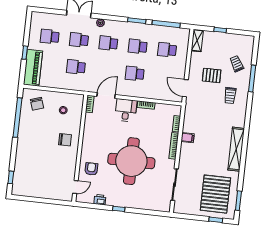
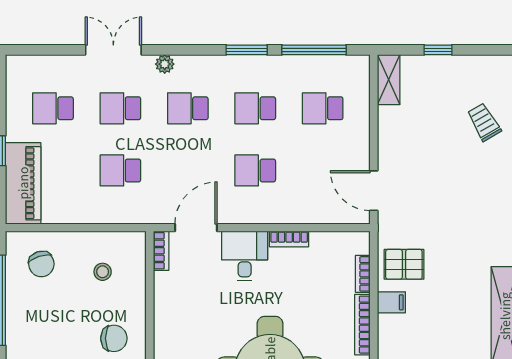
pallet: (212, 75) -> (404, 264), moved
trolley: (230, 95) -> (477, 196), removed

